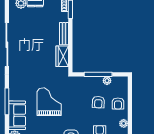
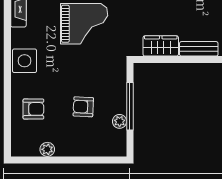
armchair: (118, 103) -> (81, 140), removed

